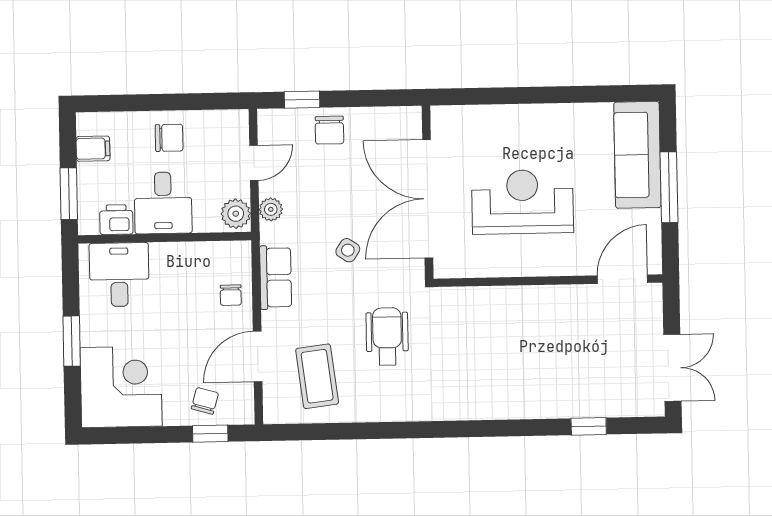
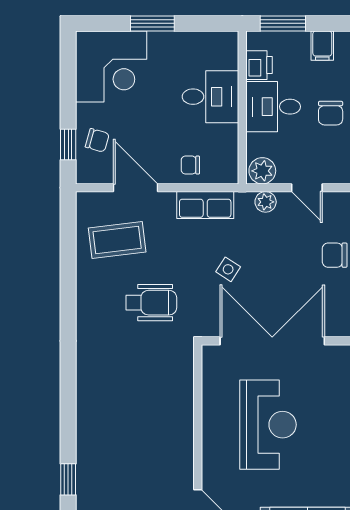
desk: (119, 275) -> (210, 97), moved

